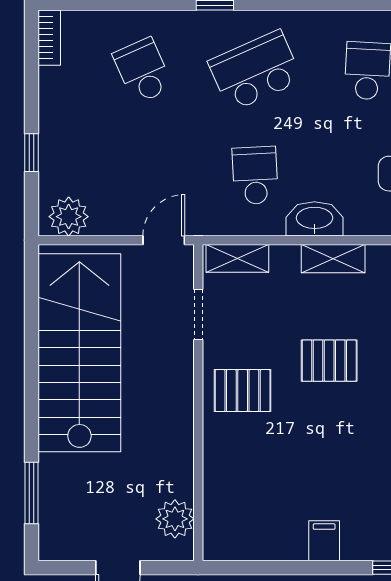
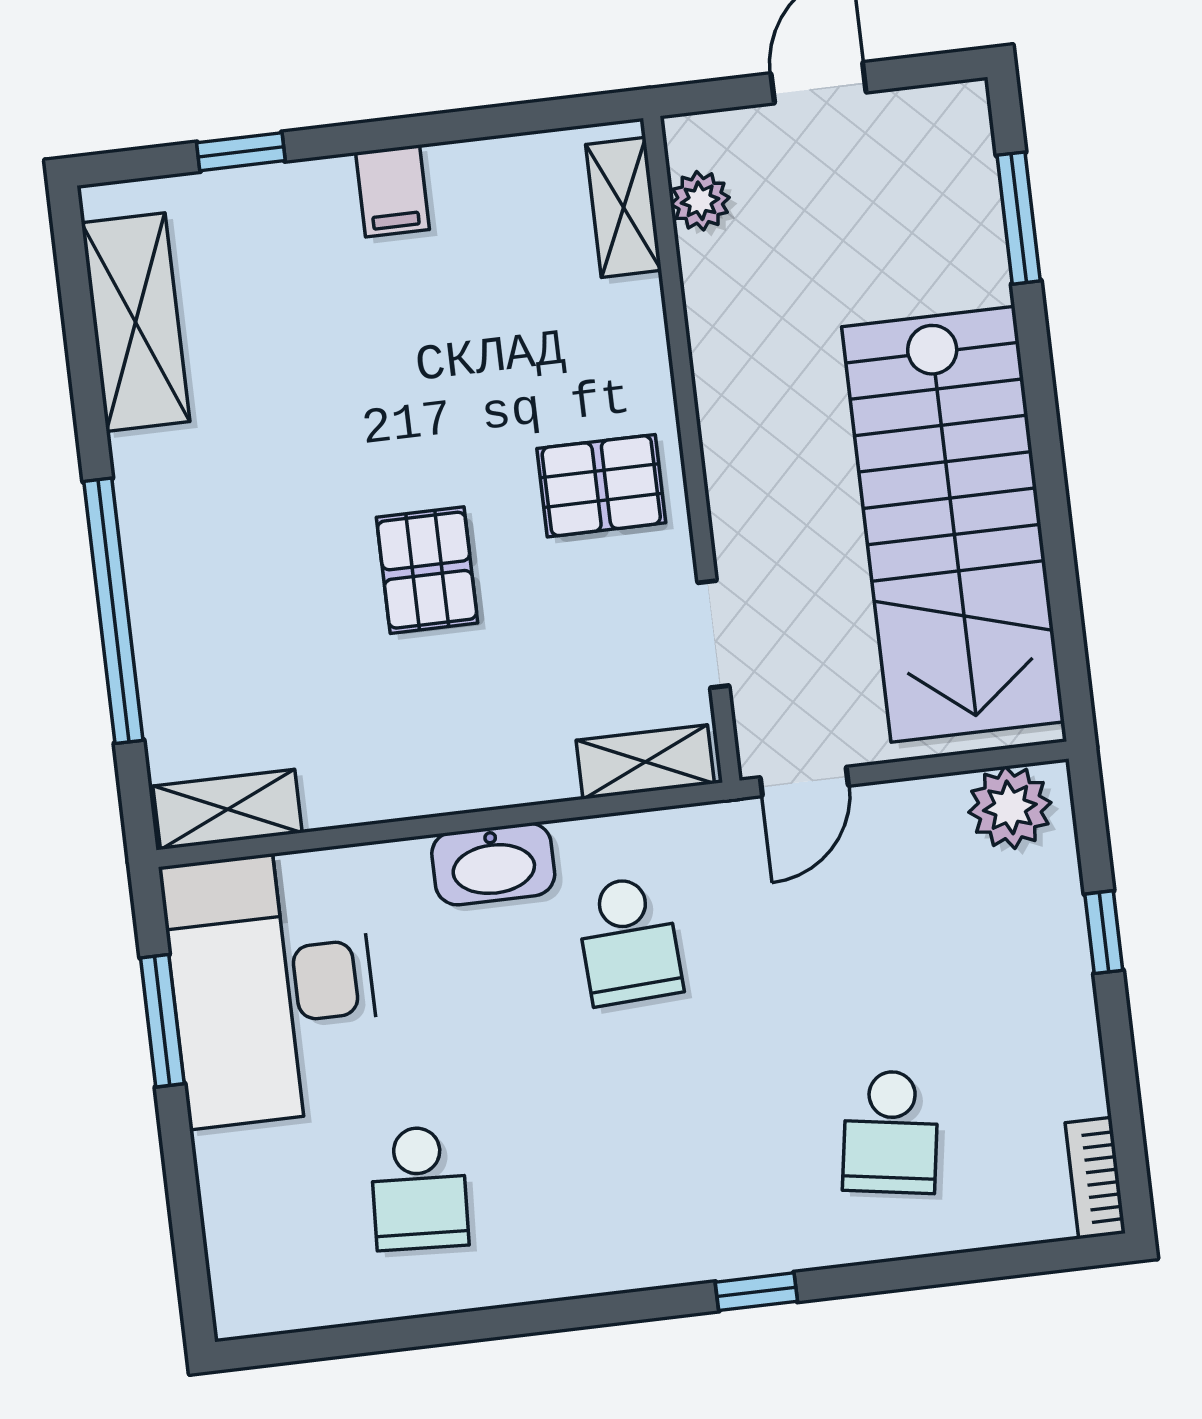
school desk: (143, 71) -> (891, 1132), turned 33
school desk: (255, 71) -> (655, 1160), removed
shelving: (333, 259) -> (623, 207), moved, turned 90
pallet: (329, 361) -> (427, 570), turned 90
plant: (175, 519) -> (700, 201), width x0.73, depth x0.73

